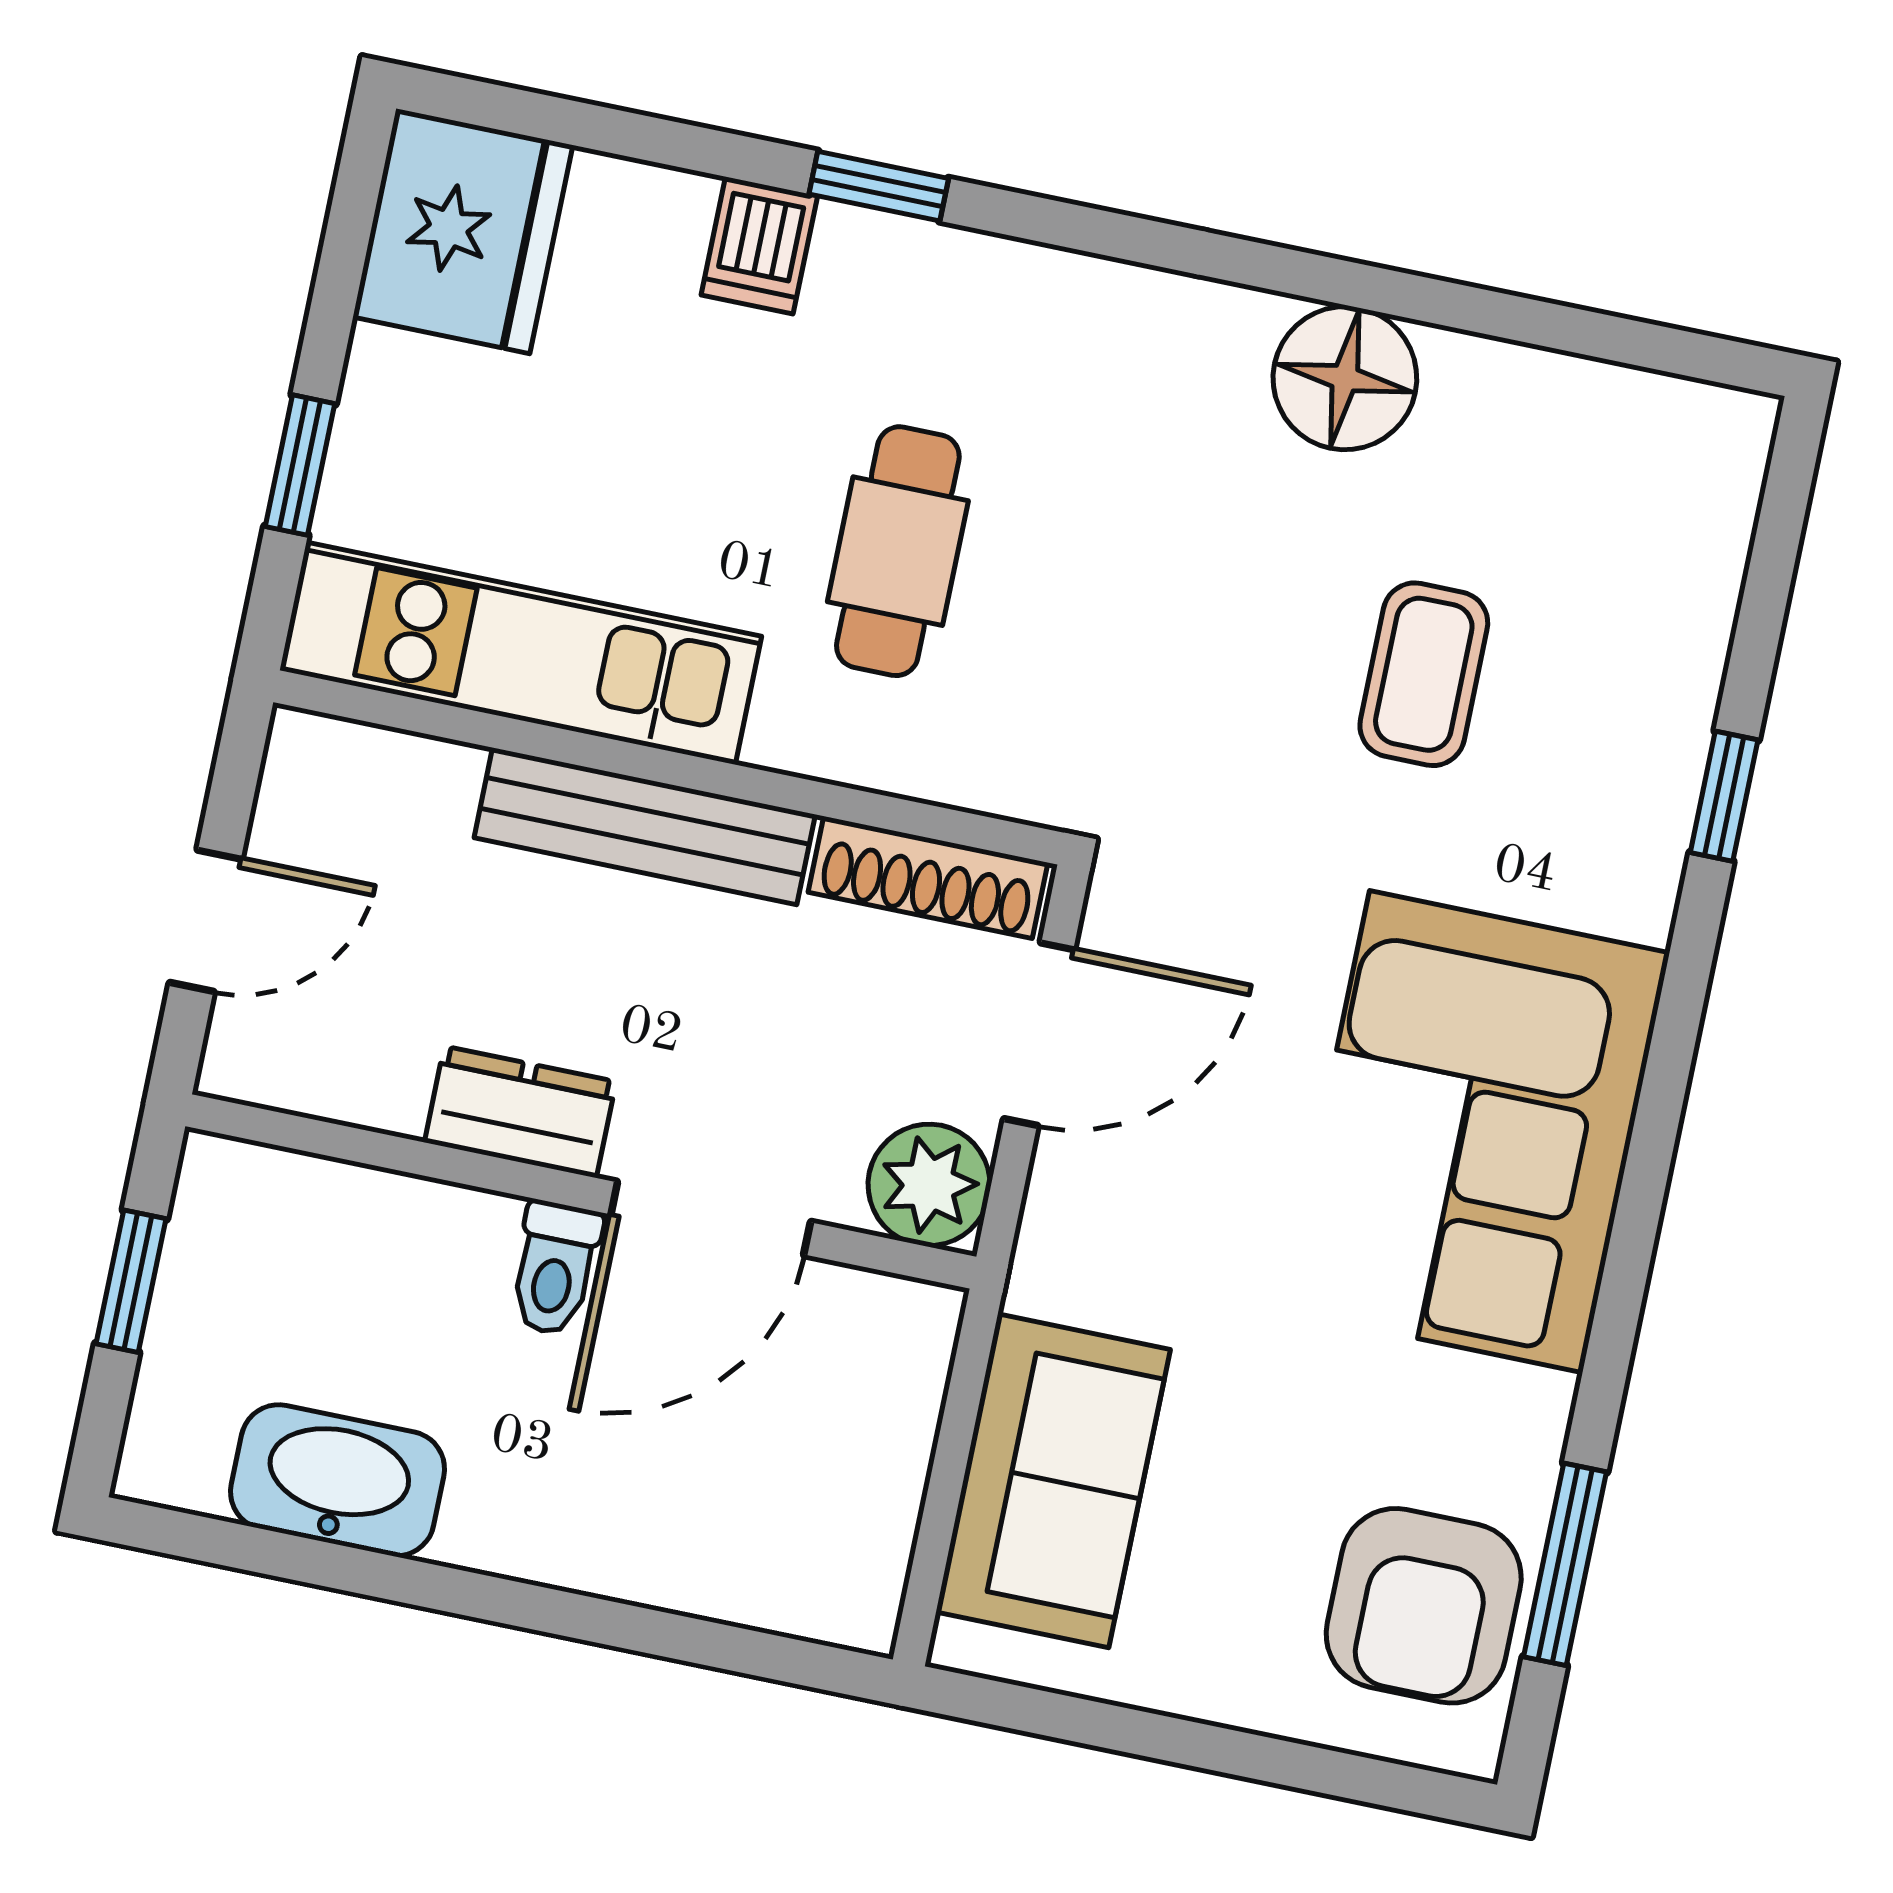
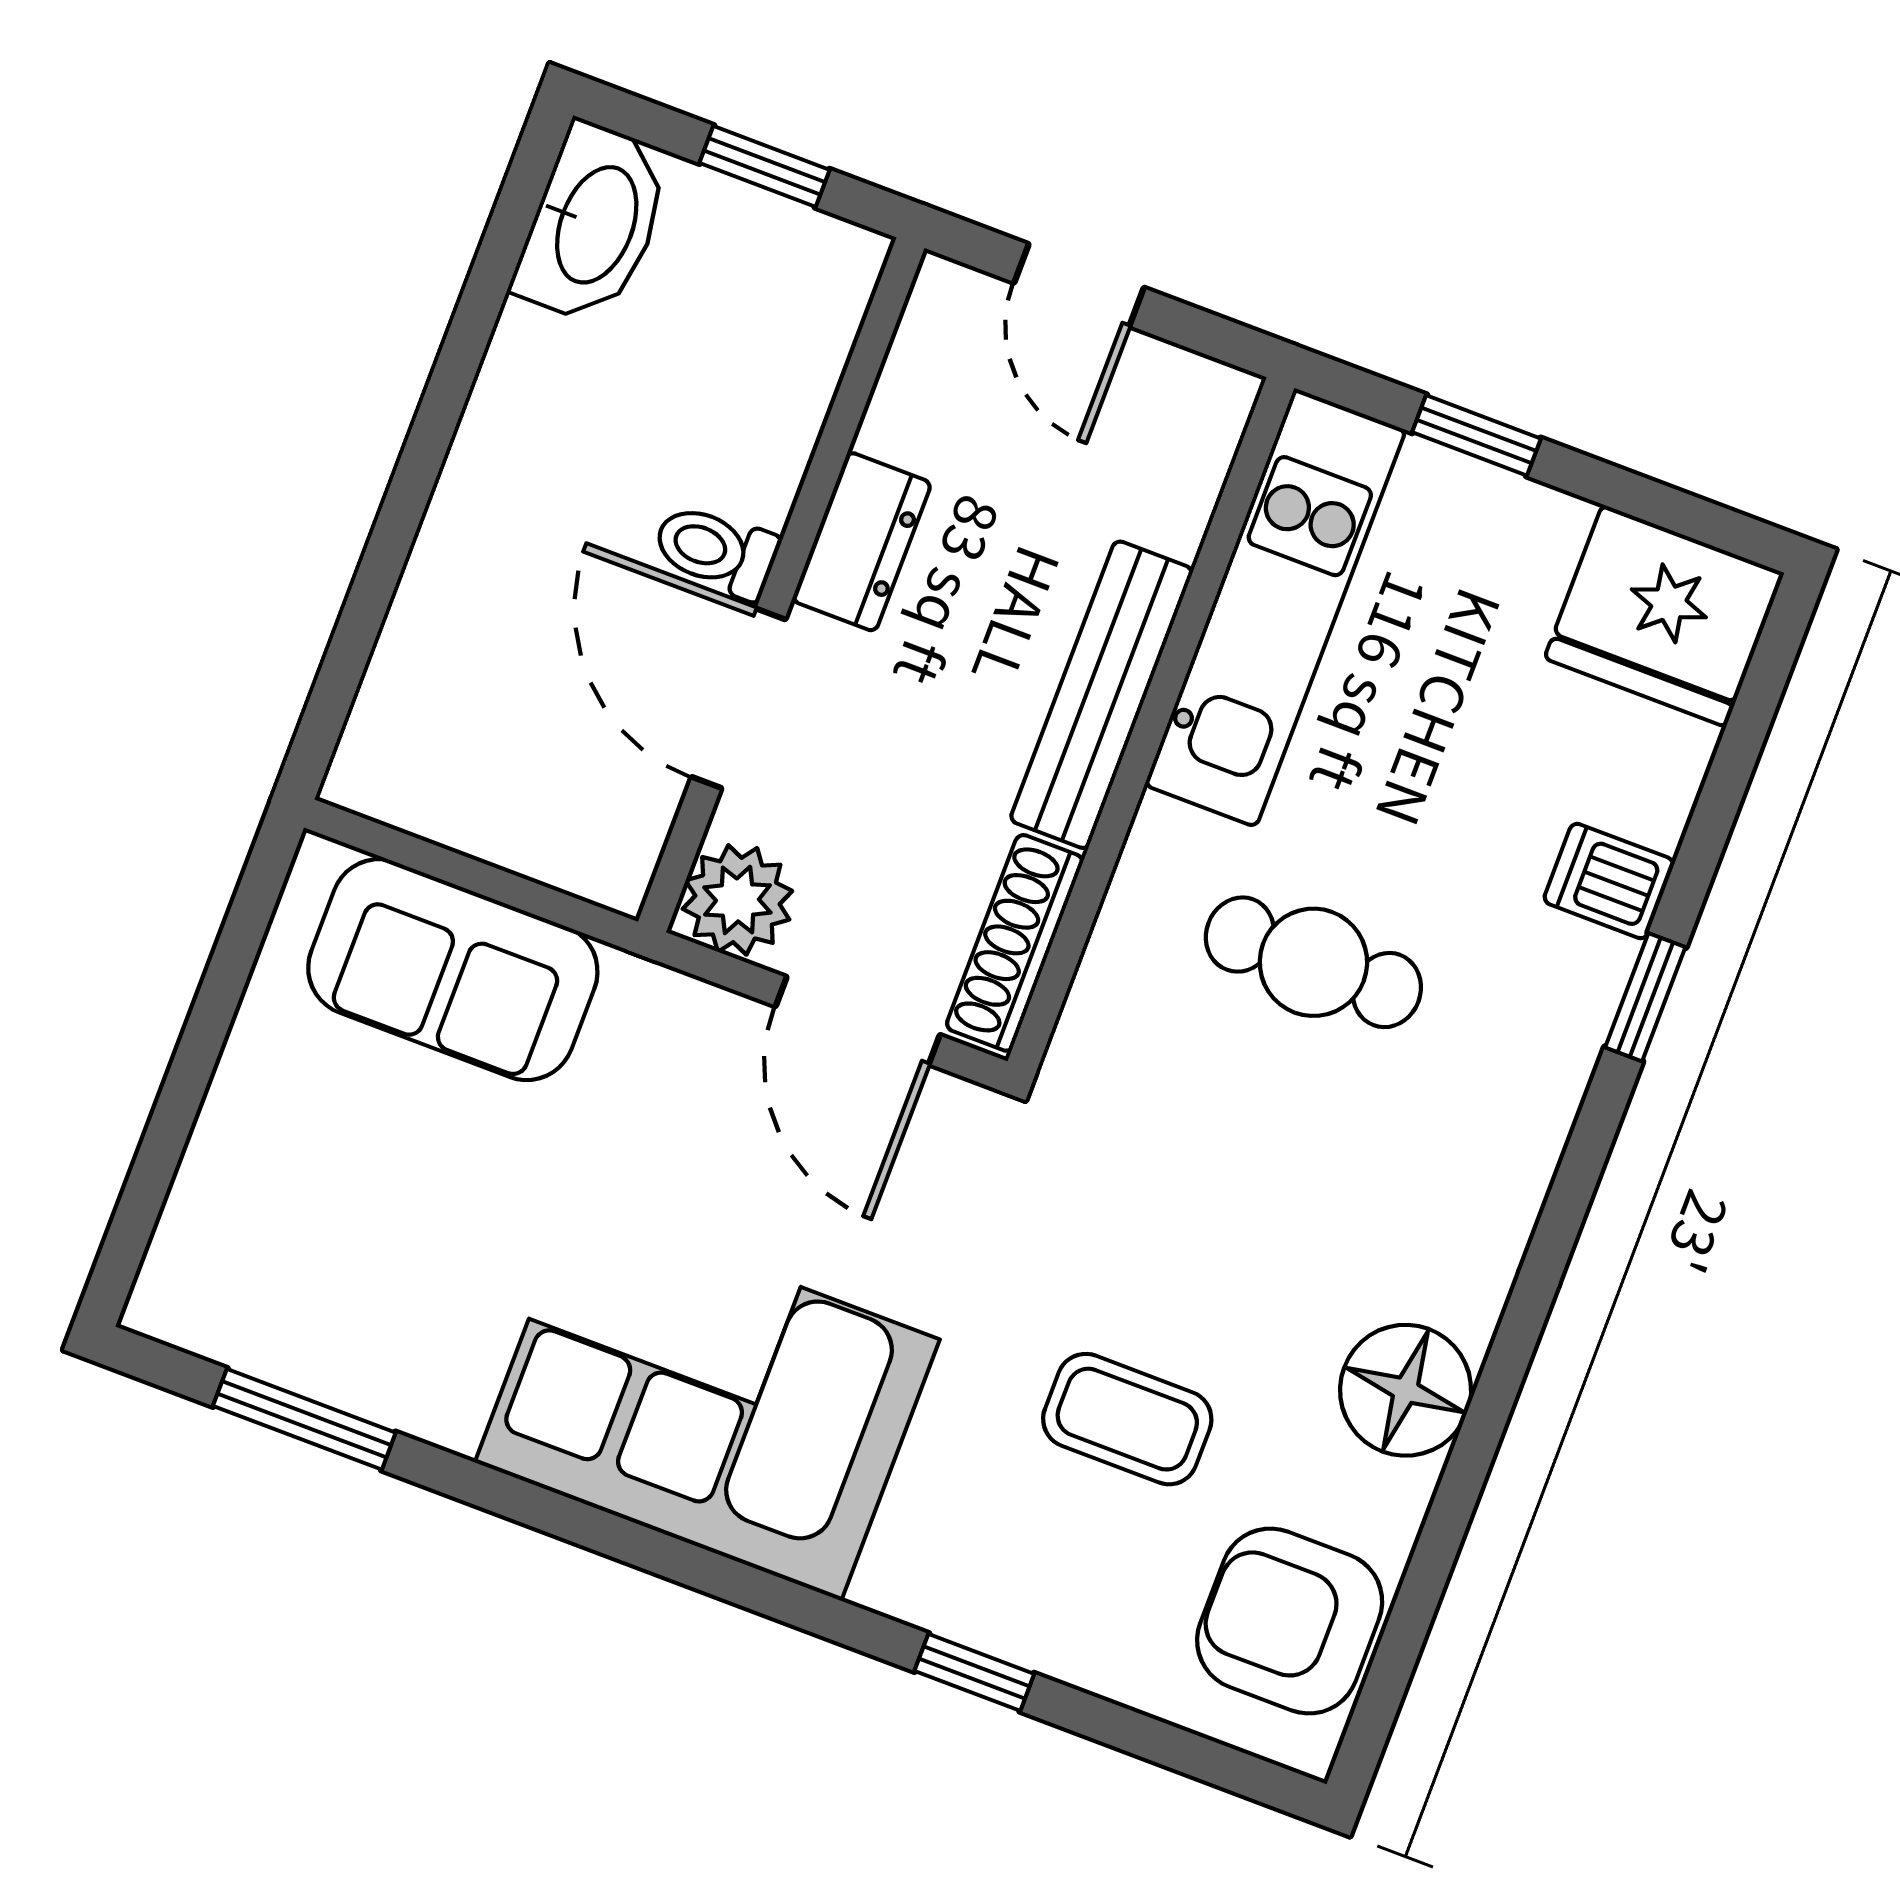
washbasin: (338, 1480) -> (593, 224), moved
armchair: (1424, 1606) -> (1290, 1621), moved

